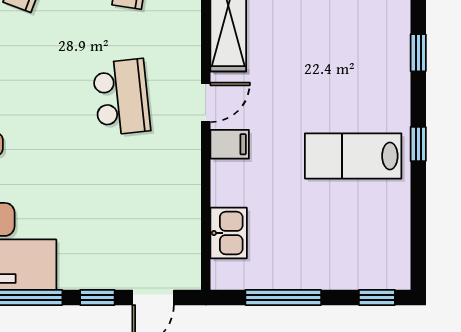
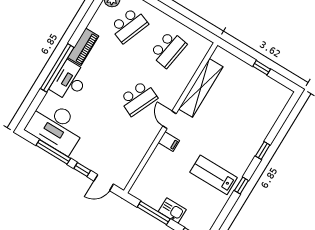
school desk: (122, 97) -> (138, 98), turned 30
door: (206, 102) -> (169, 120), swing flipped
kitchen sink: (229, 233) -> (172, 211), moved, turned -90

